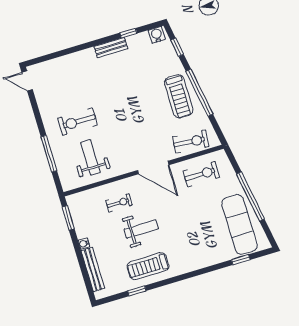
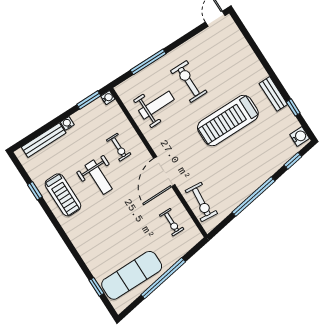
treadmill: (179, 96) -> (228, 120), moved, width x1.37, depth x1.38
exercise bike: (201, 174) -> (172, 222), width x0.73, depth x0.72
water cooler: (71, 200) -> (108, 98), added
treadmill: (148, 266) -> (63, 195), turned 180

